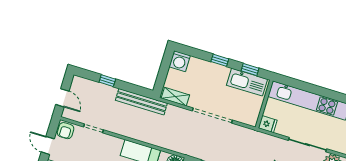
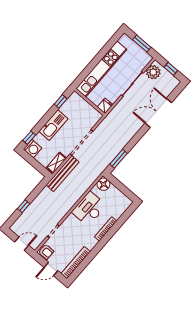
window: (220, 60) -> (29, 138), moved
kitchen sink: (247, 82) -> (53, 125), moved
bench: (141, 102) -> (62, 173), moved

